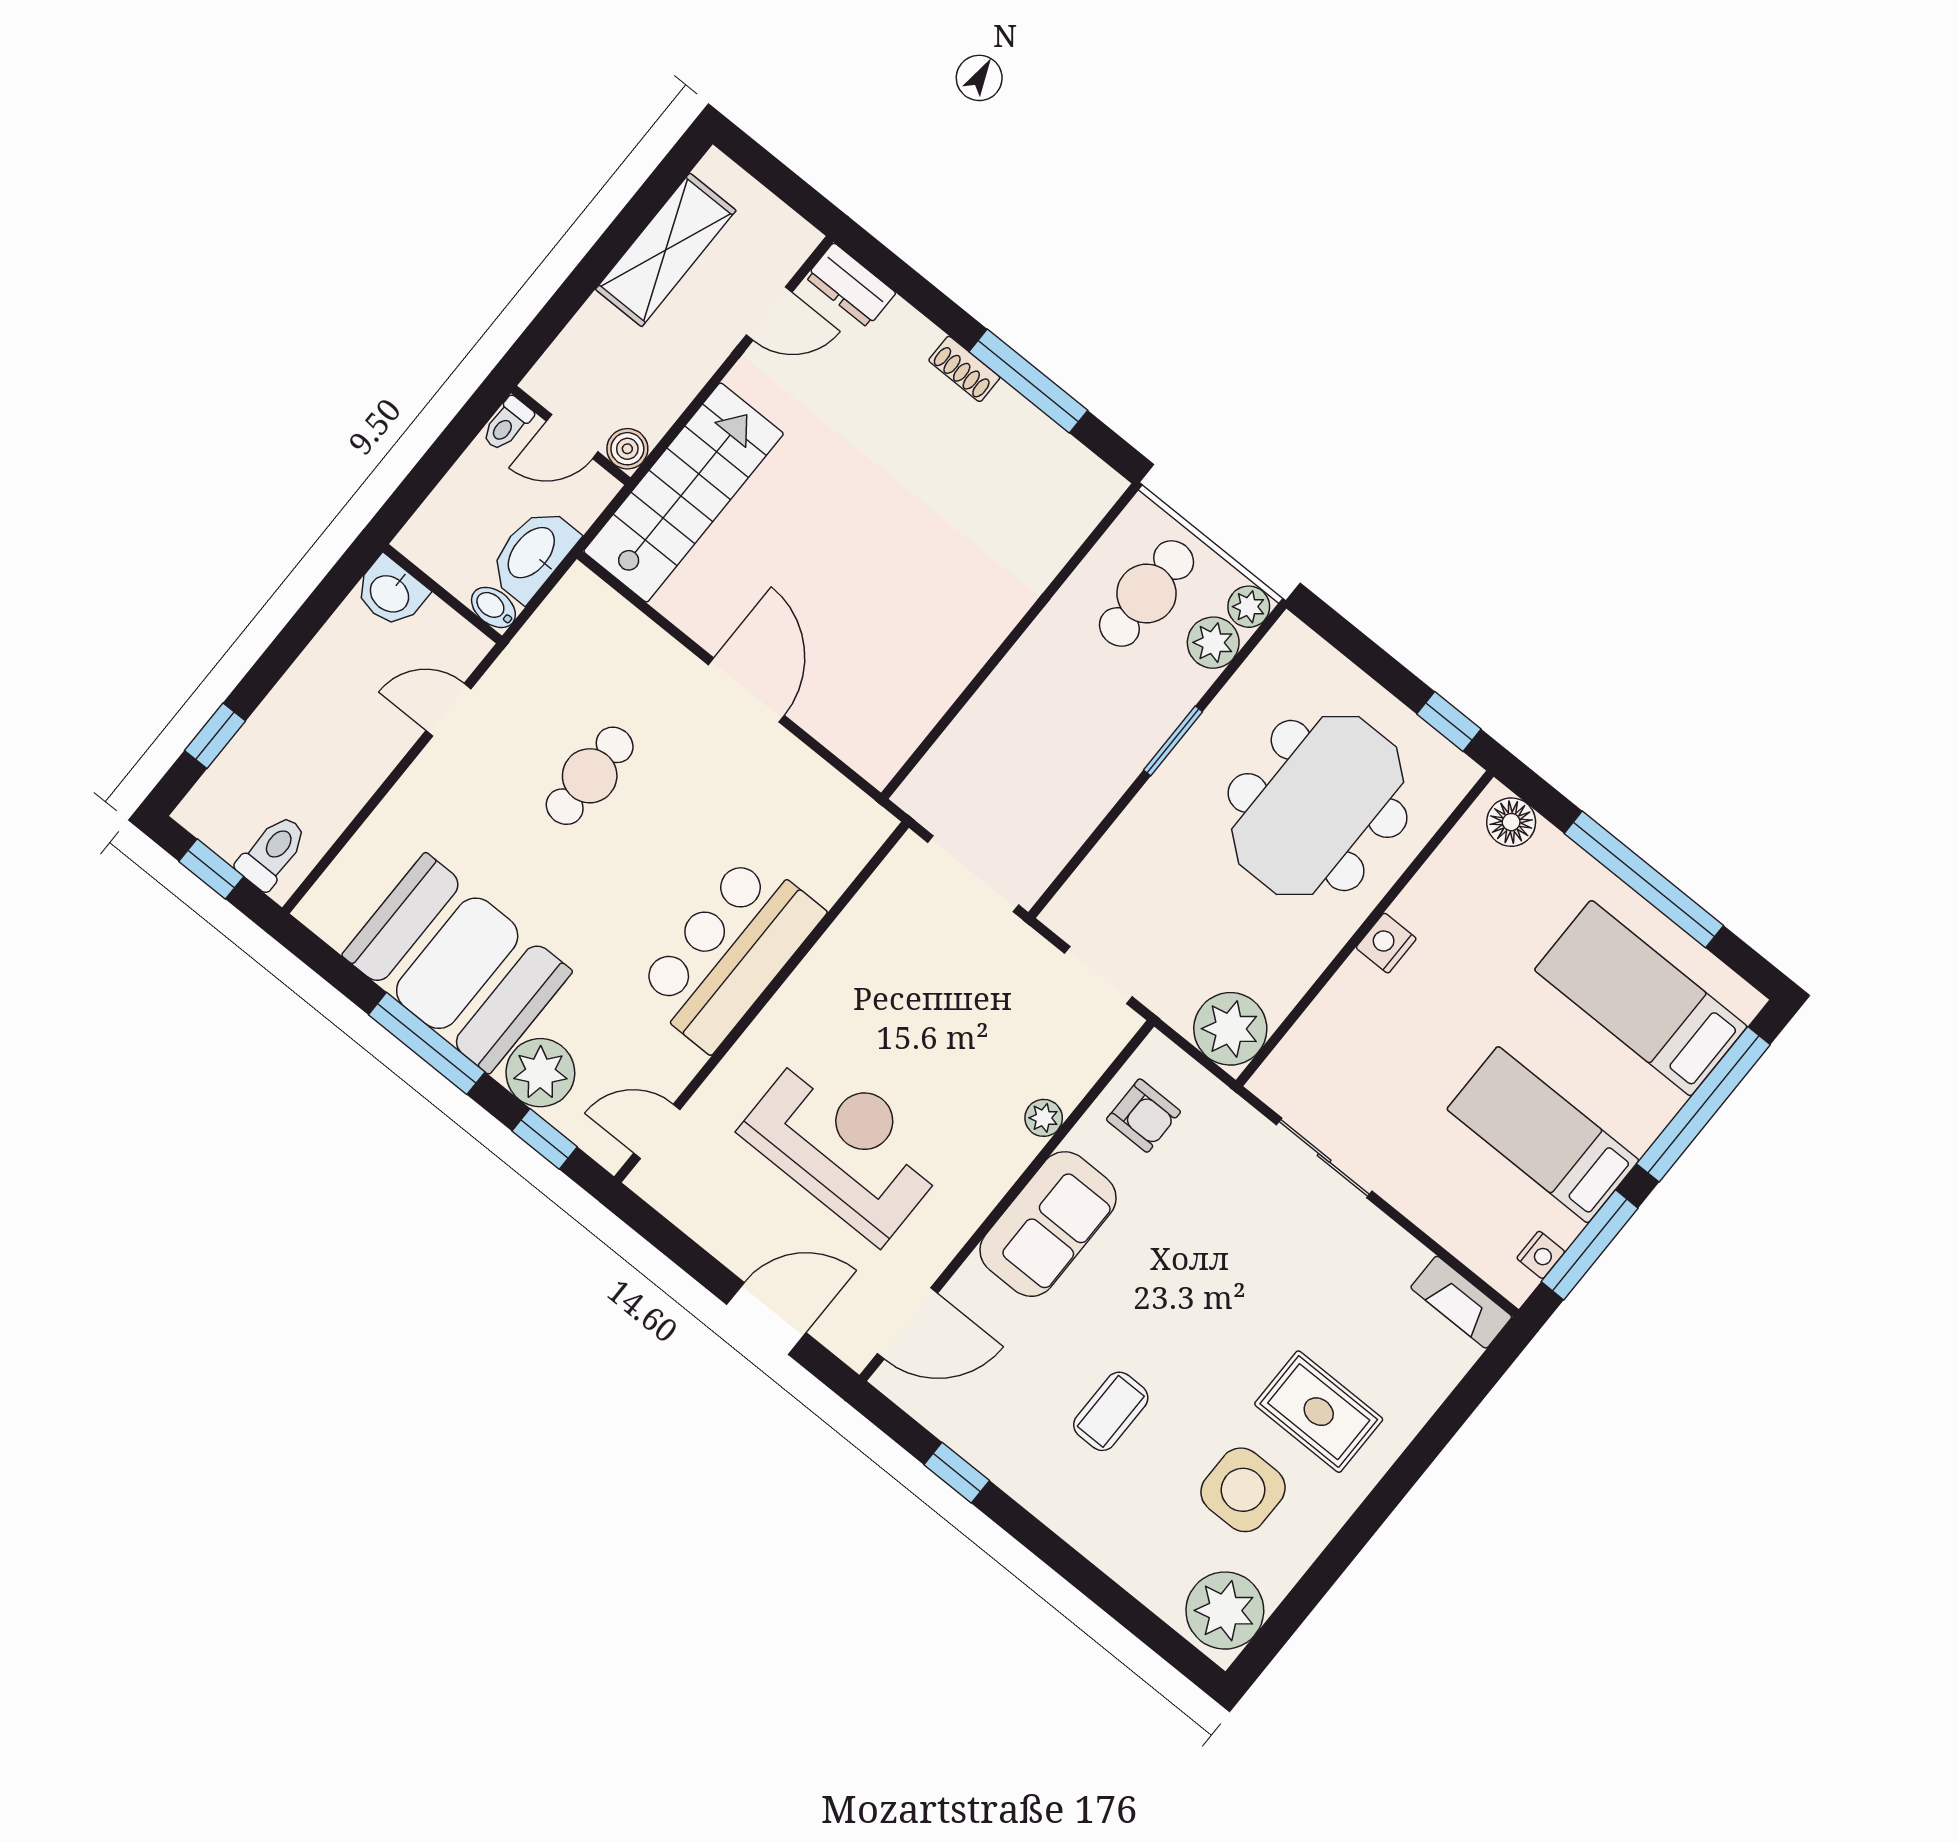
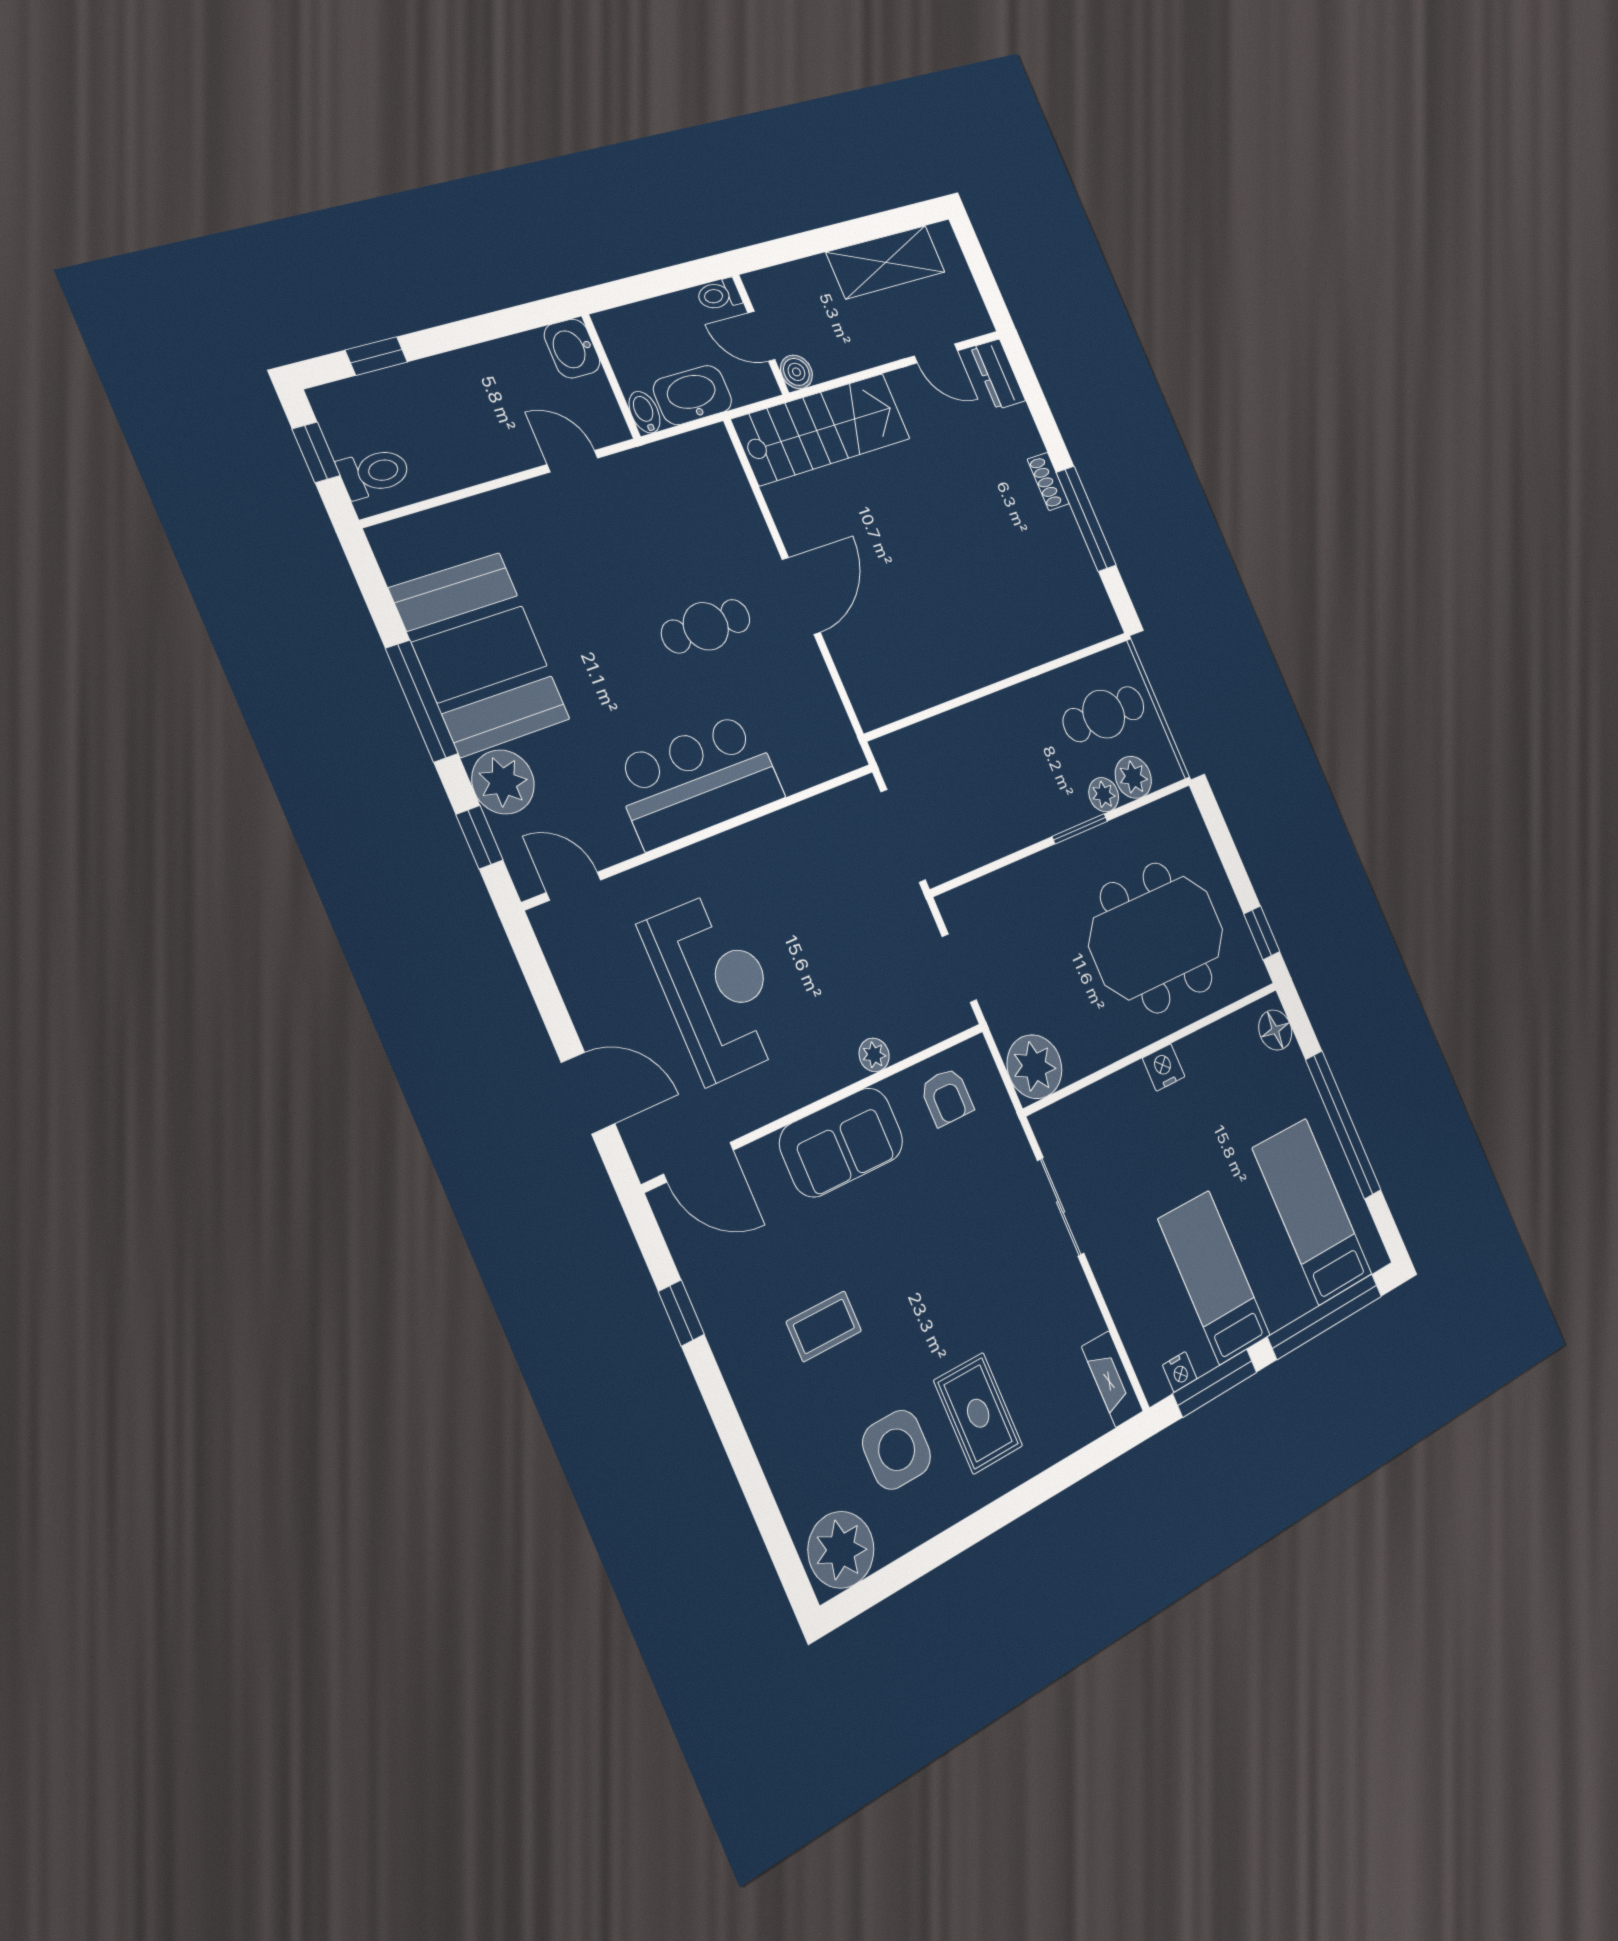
plant: (1249, 607) -> (1104, 795), moved
cafe table: (590, 776) -> (706, 626), moved

